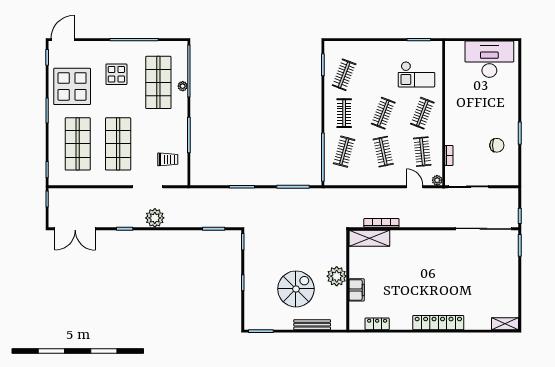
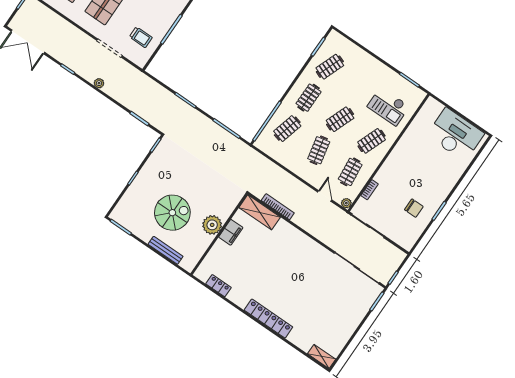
plant: (155, 218) -> (99, 83), width x0.53, depth x0.53
filing cabinet: (357, 290) -> (231, 232), moved

